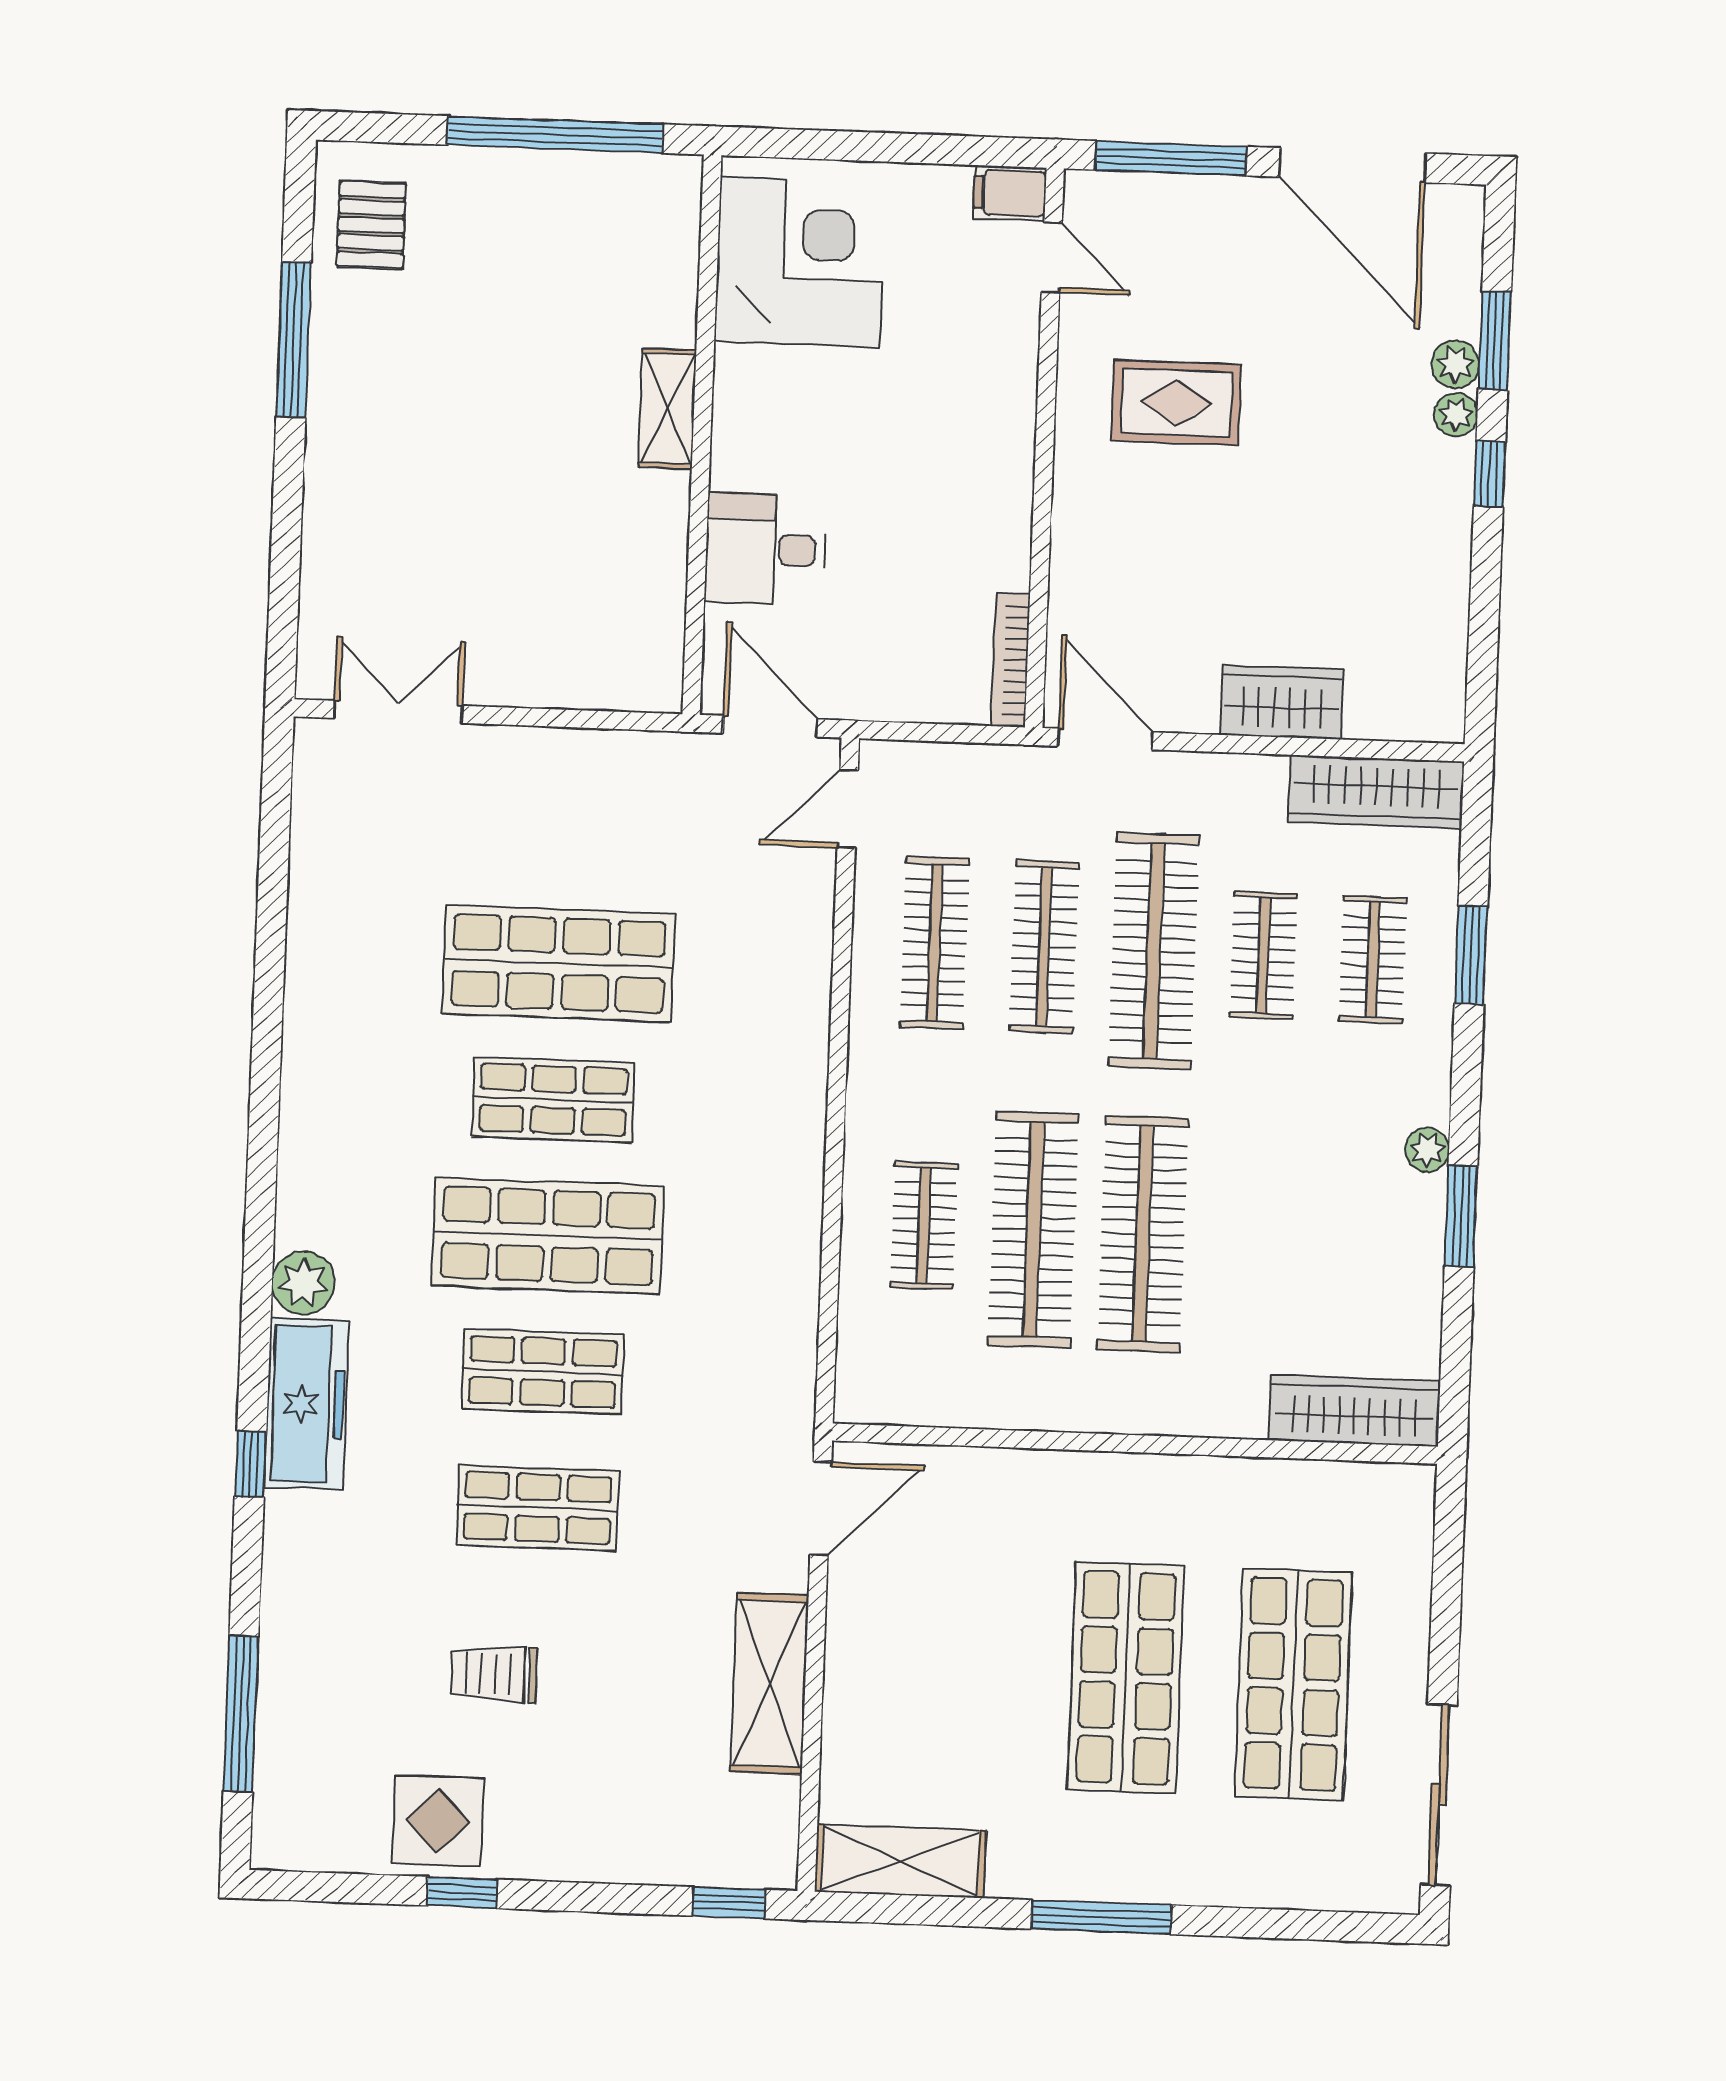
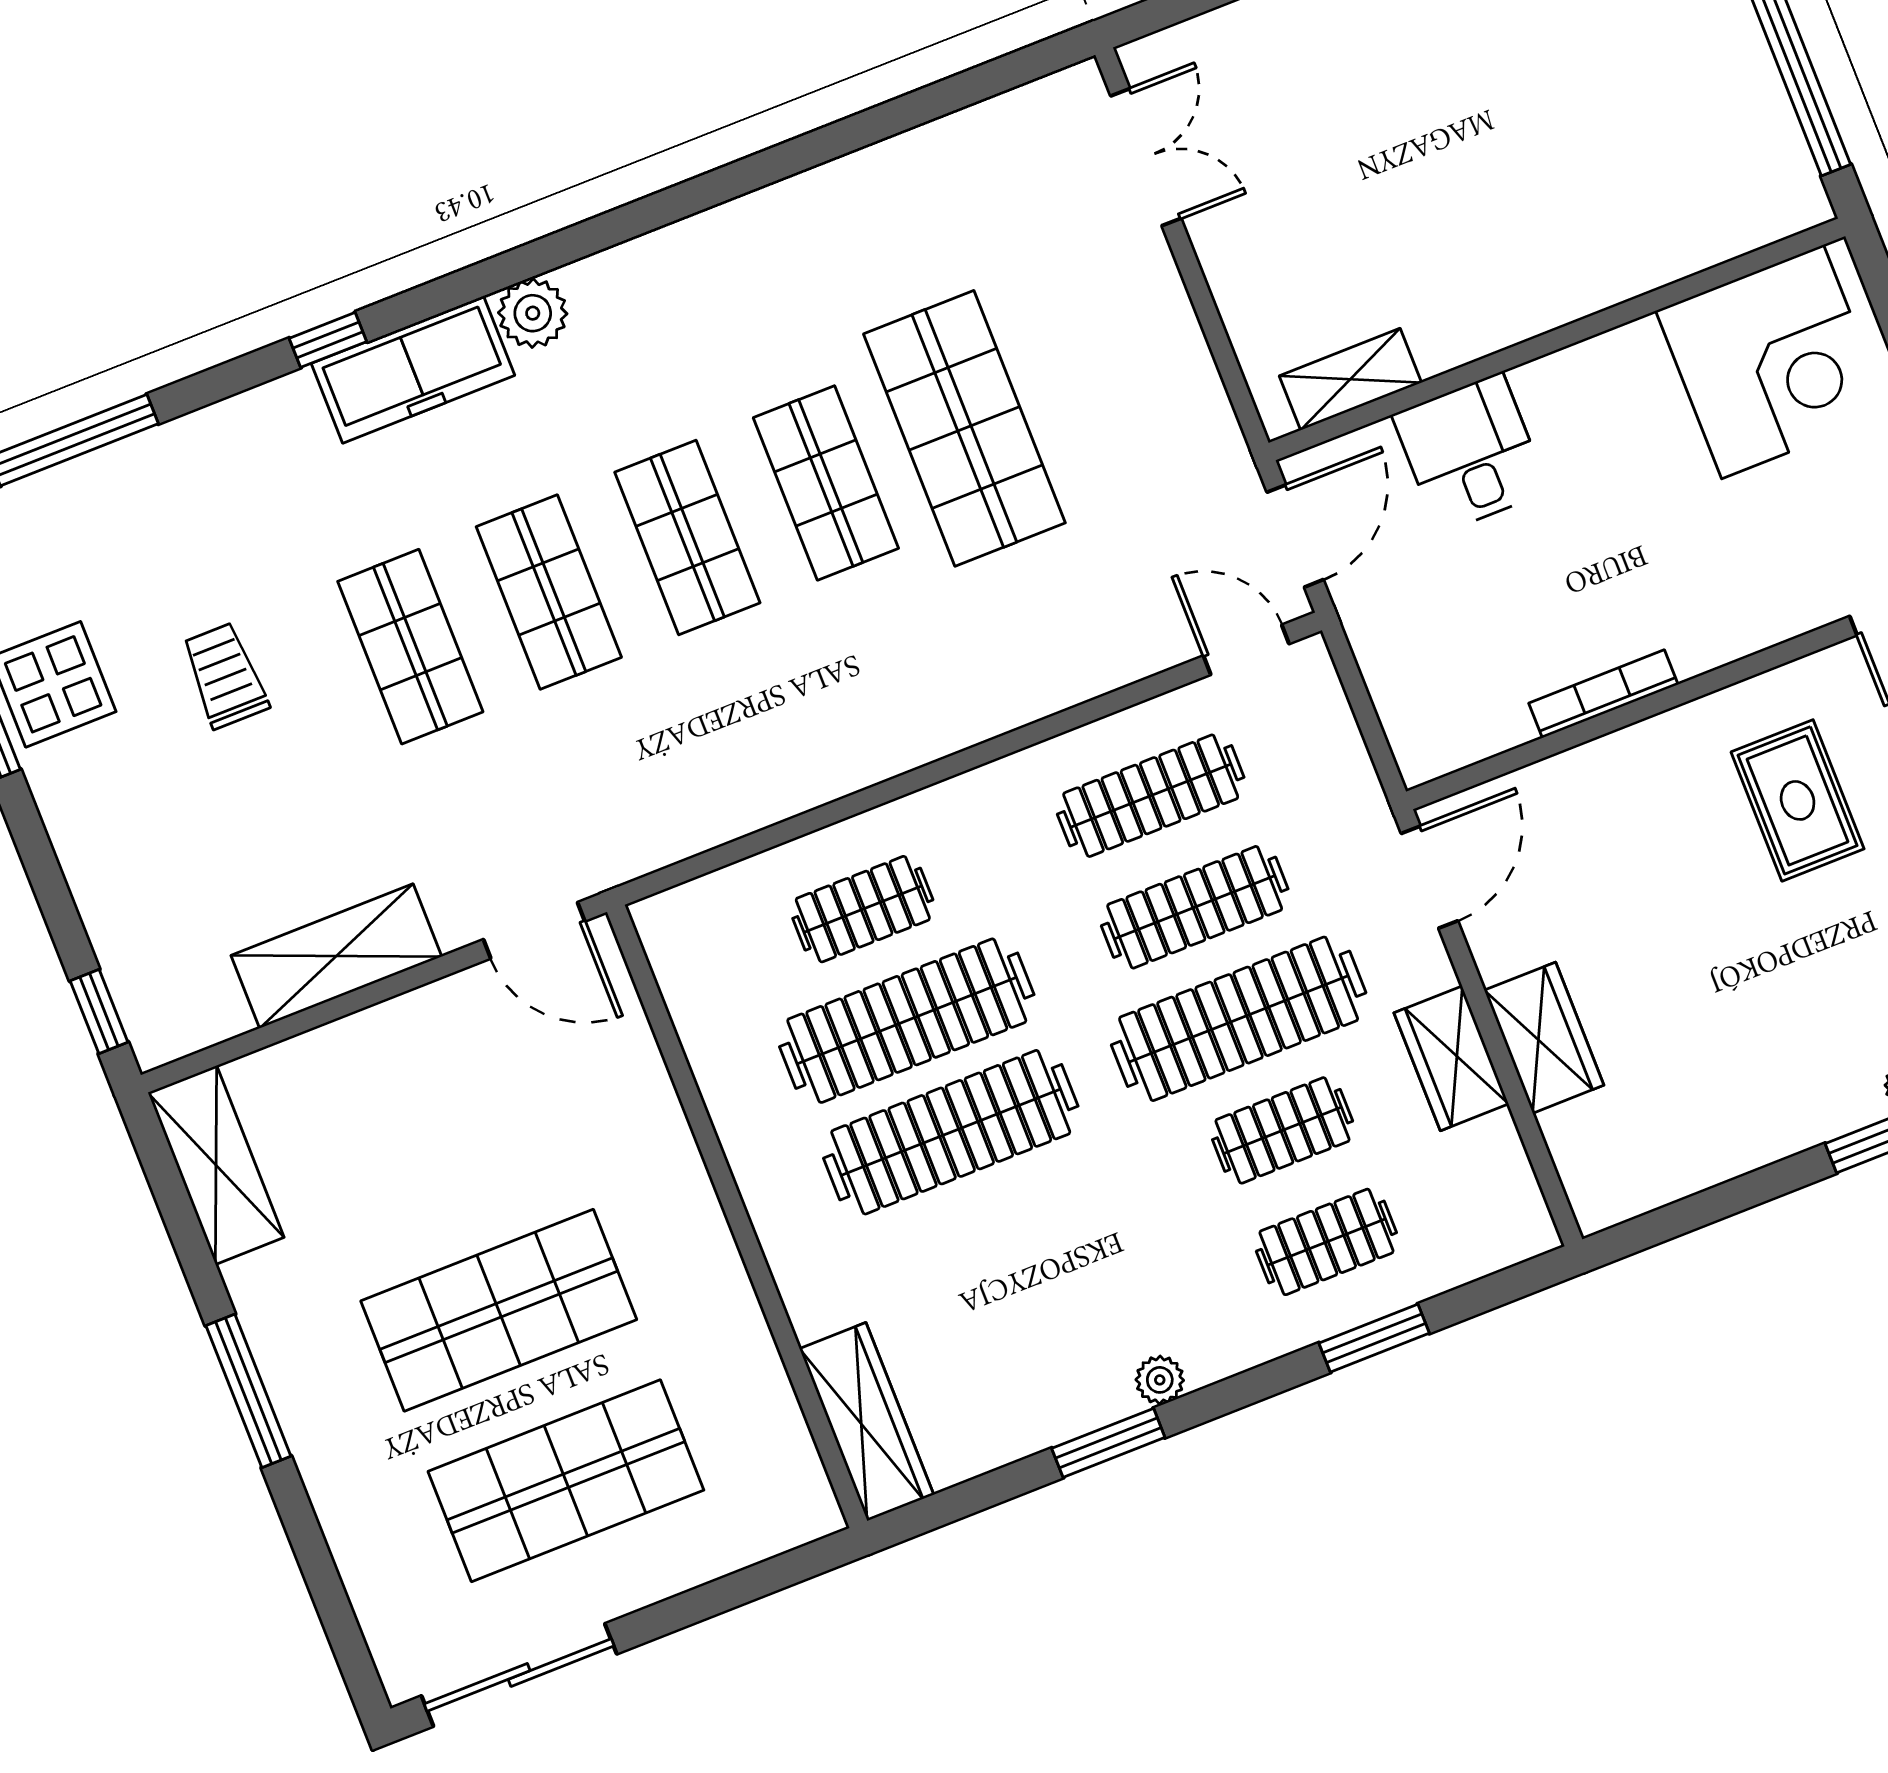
shelving: (667, 409) -> (1350, 379), moved
bookcase: (1011, 660) -> (1603, 694), moved
wardrobe: (1376, 792) -> (1451, 1058), moved, width x0.67
shop shelf: (548, 1236) -> (687, 538), width x0.70, depth x0.74

